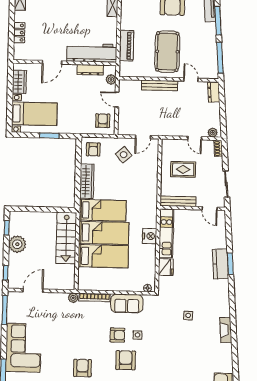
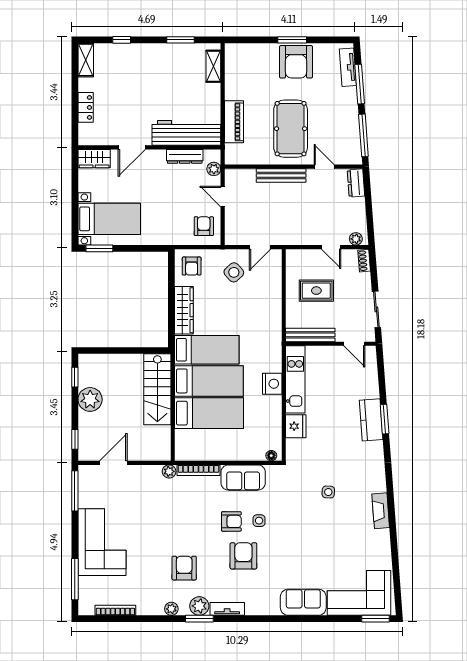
wardrobe: (19, 82) -> (94, 159), moved, turned 90
window: (49, 136) -> (99, 248), moved

